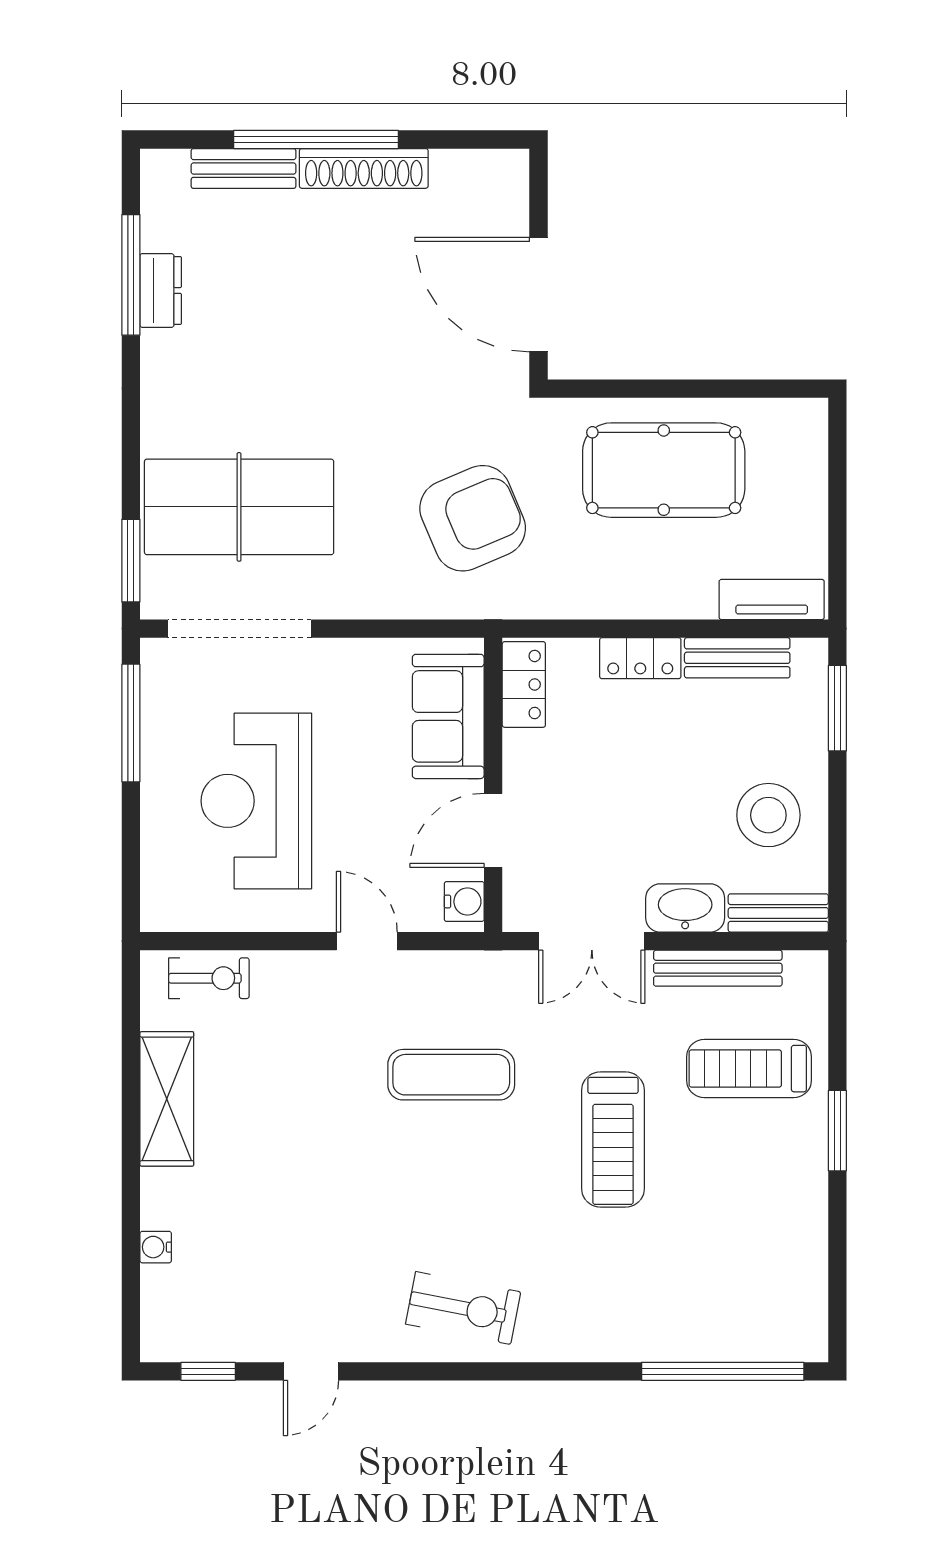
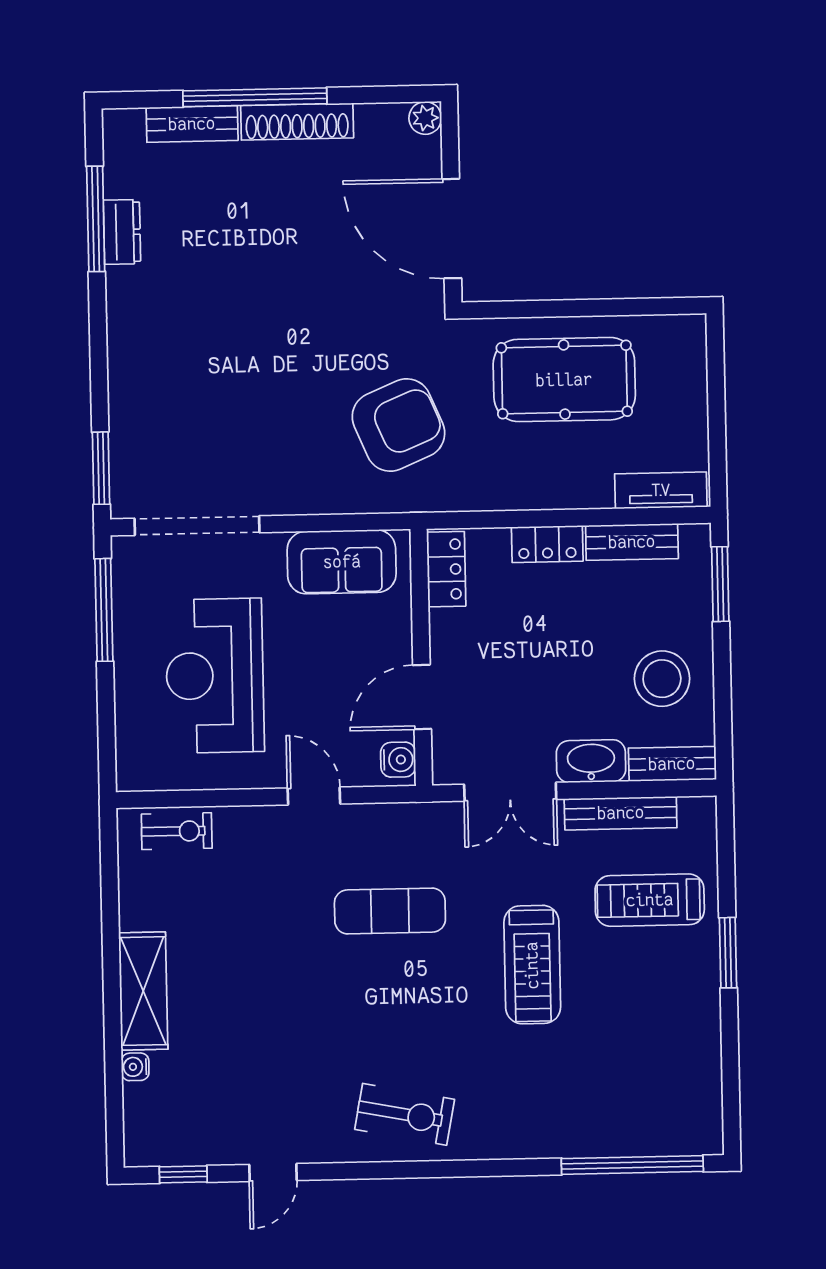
plant: (511, 167) -> (425, 118), added
table tennis table: (239, 507) -> (194, 419), removed
sofa: (448, 716) -> (342, 562), moved, turned -90
shelving: (167, 1099) -> (143, 991), moved

